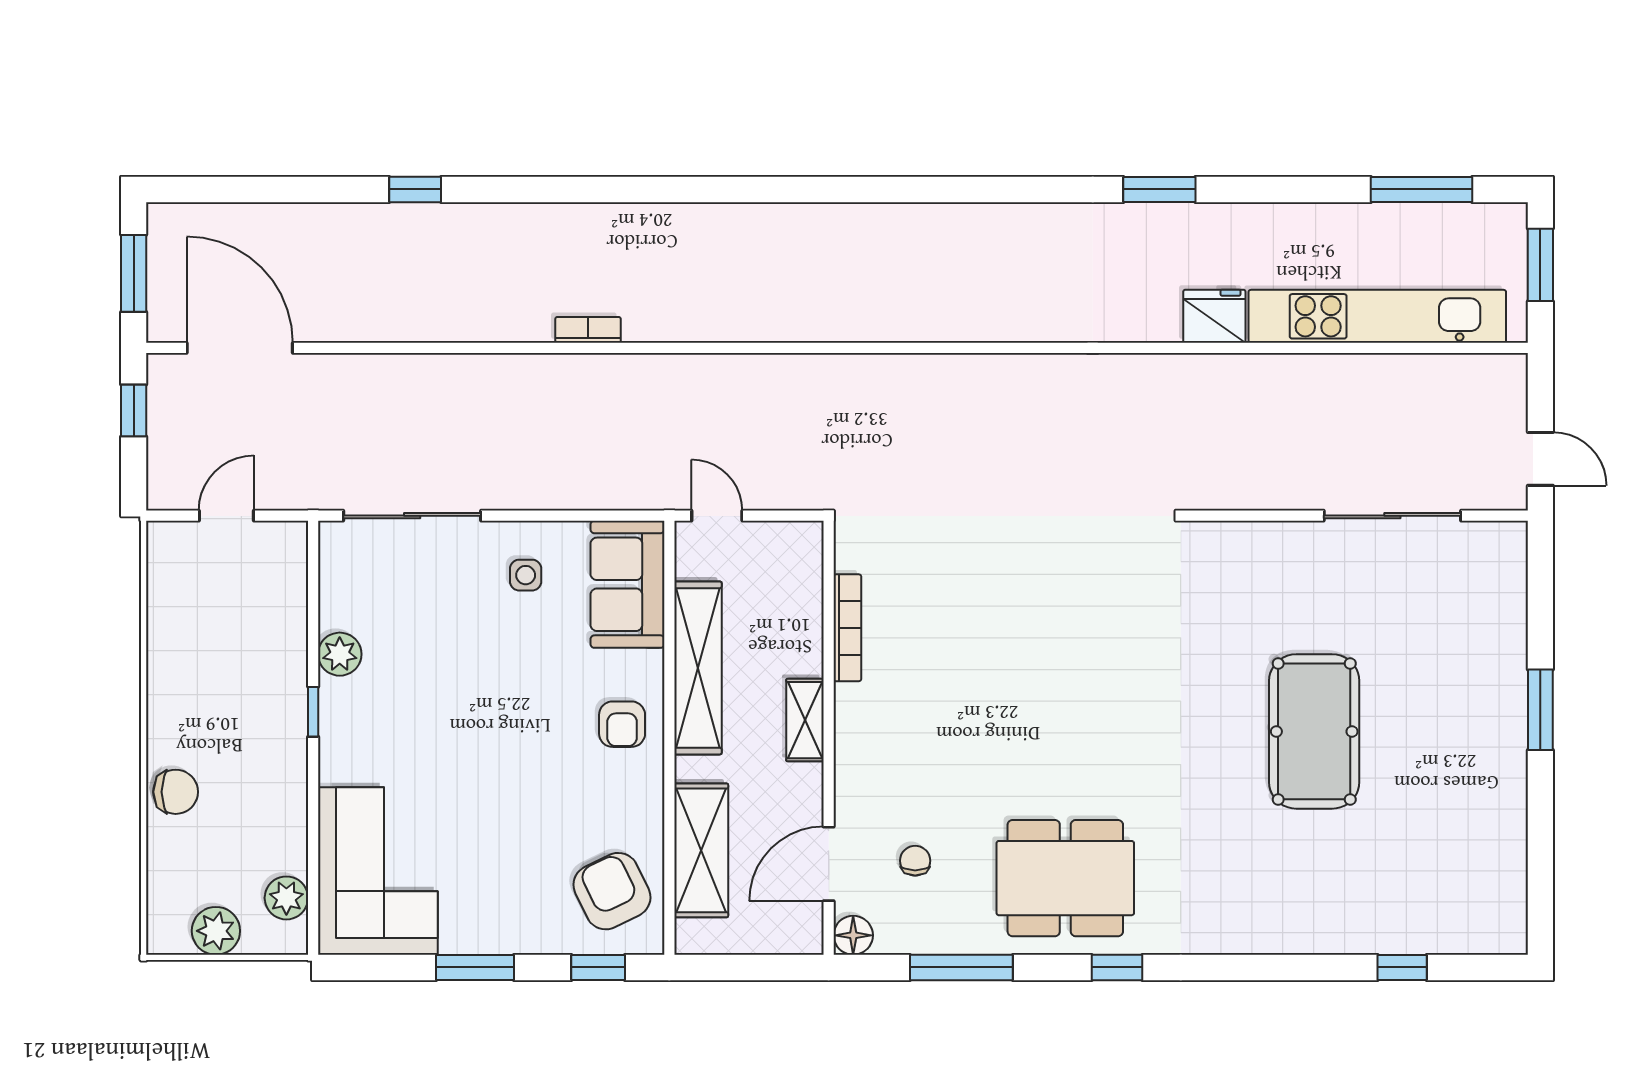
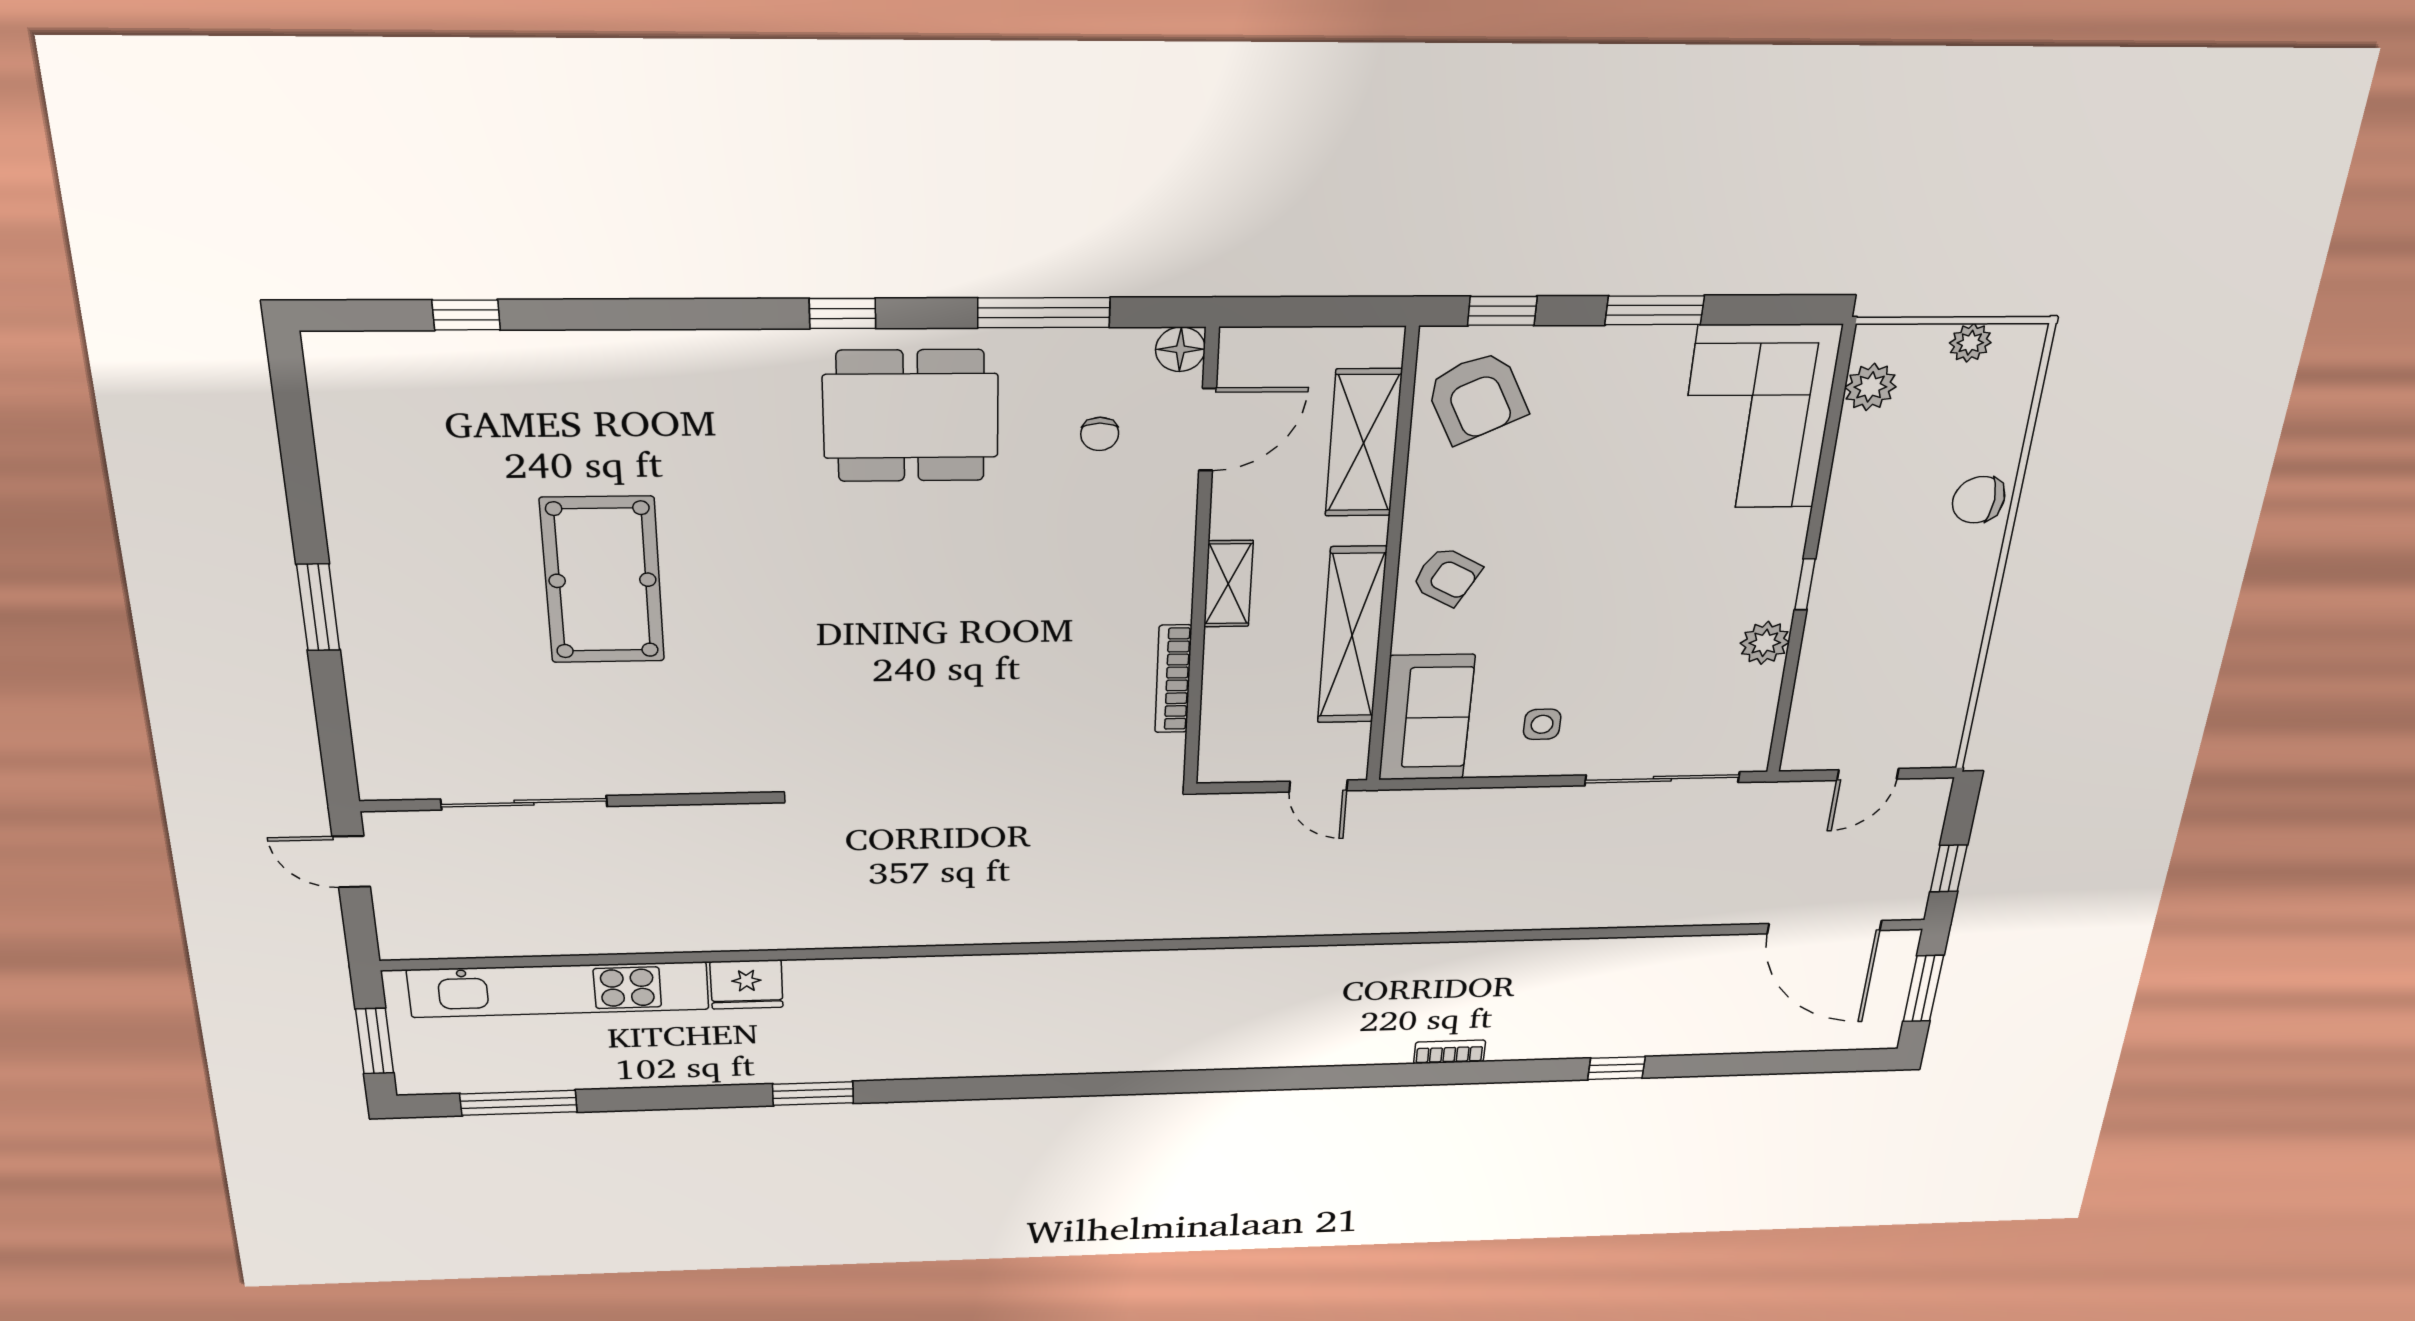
bookcase: (588, 330) -> (1450, 1052), moved, turned 180
armchair: (622, 724) -> (1447, 577), turned 119
plant: (216, 931) -> (1970, 343), width x0.73, depth x0.73

